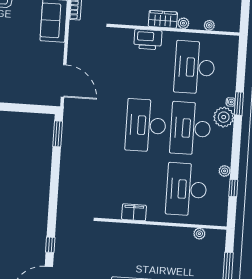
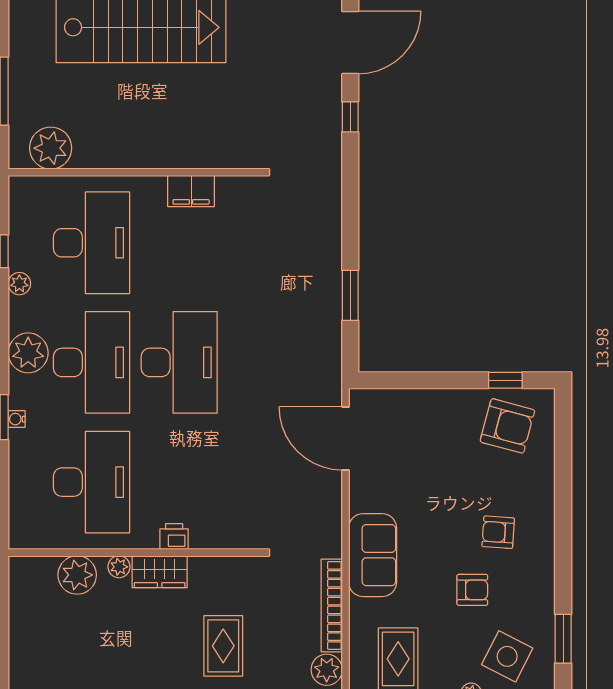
plant: (209, 25) -> (77, 575), width x1.87, depth x1.87
printer: (148, 39) -> (174, 537), width x0.53, depth x0.68
plant: (224, 117) -> (28, 353), moved
window: (58, 134) -> (350, 295), moved
plant: (199, 234) -> (51, 148), width x1.88, depth x1.88

